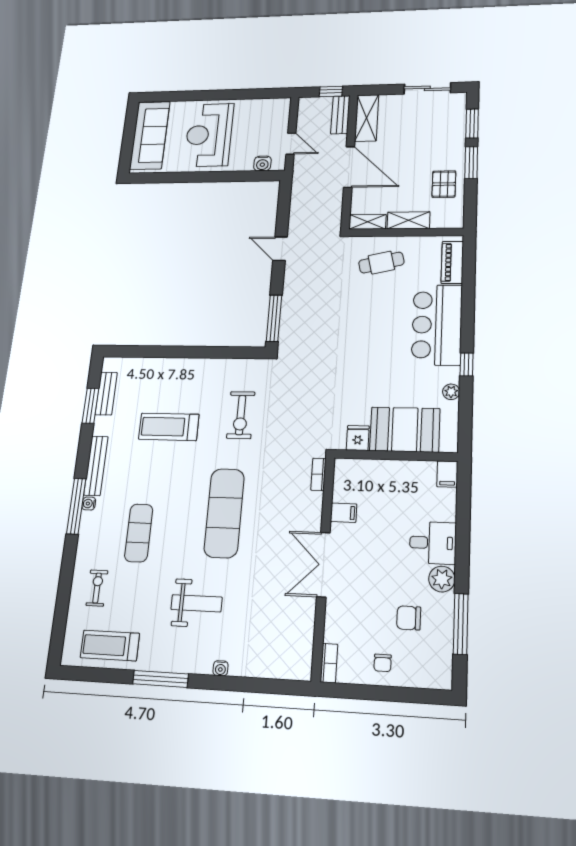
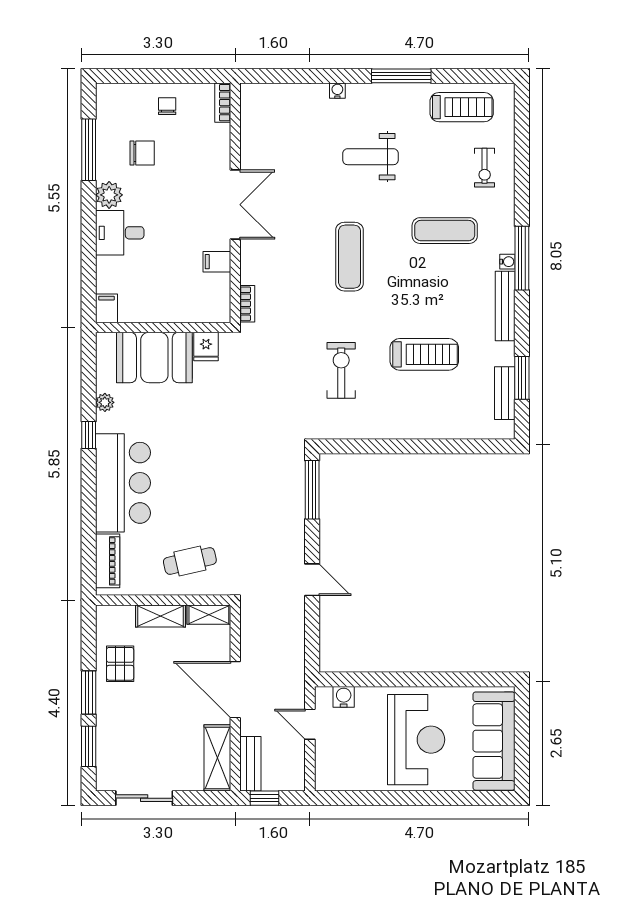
exercise mat: (224, 513) -> (350, 257), width x0.73, depth x0.69
exercise mat: (139, 533) -> (445, 231), turned 90

